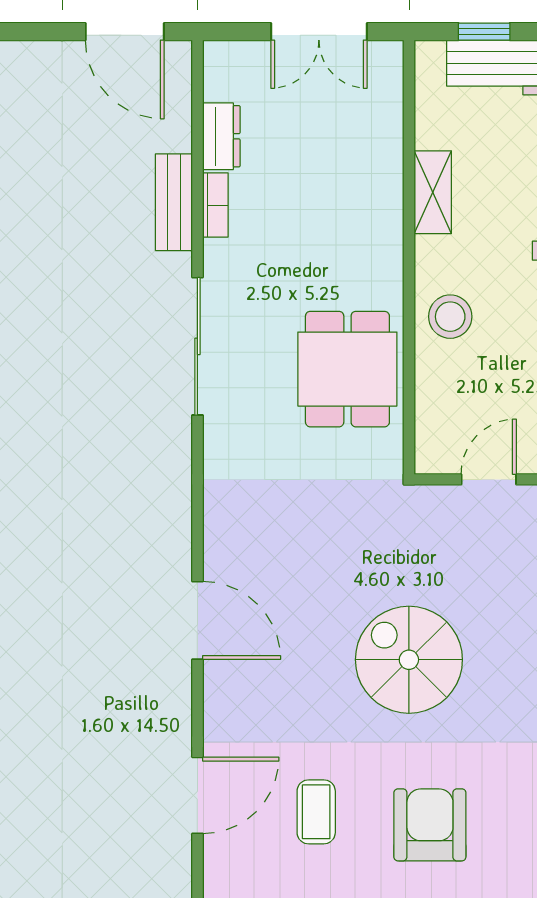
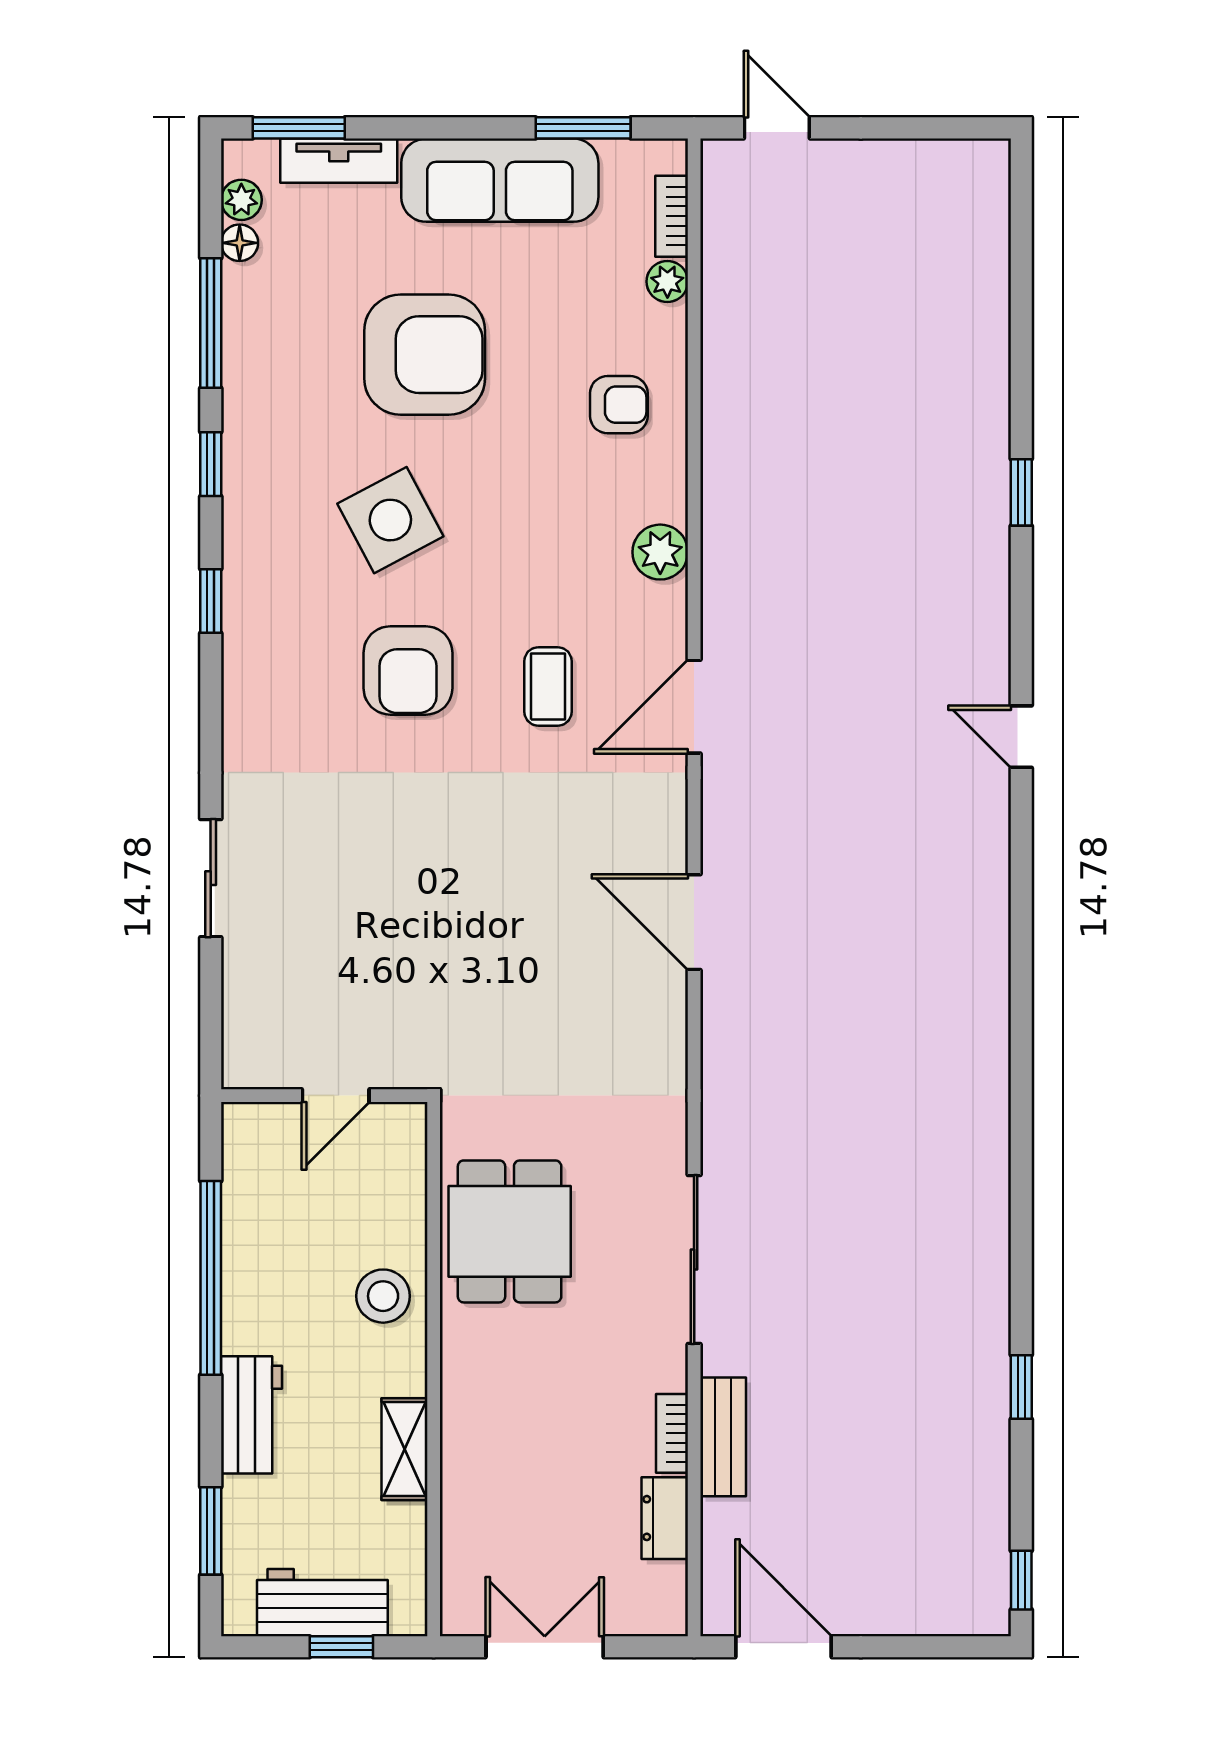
spiral stairs: (409, 660) -> (434, 874), removed

